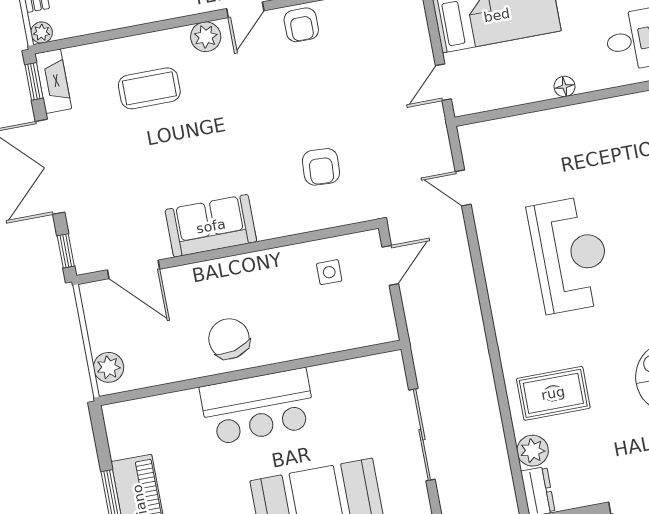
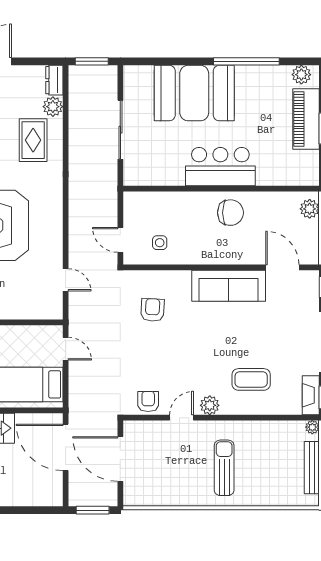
door: (443, 82) -> (66, 349), hinge flipped
sofa: (211, 226) -> (229, 286), width x1.36
door: (390, 265) -> (120, 240), hinge flipped
chair: (229, 339) -> (230, 213), turned -76
rug: (553, 393) -> (33, 140), turned 90

